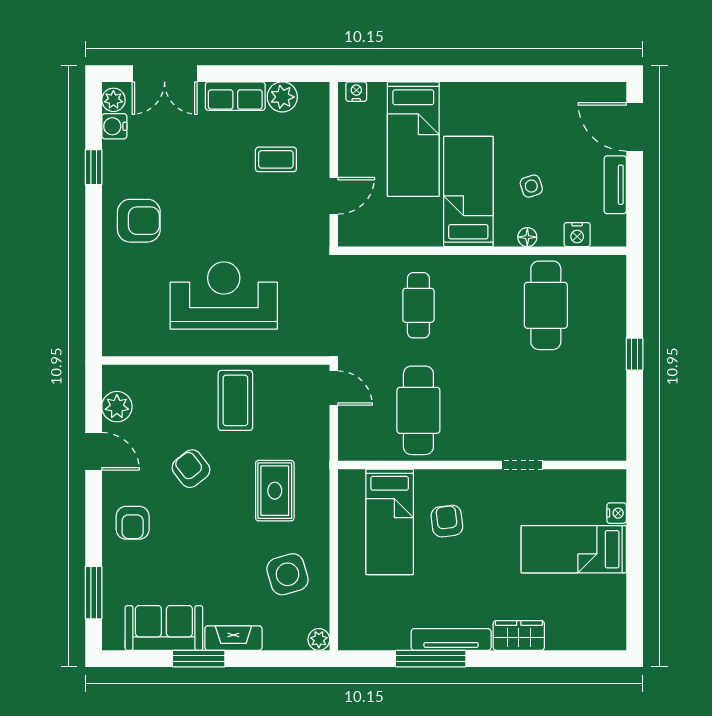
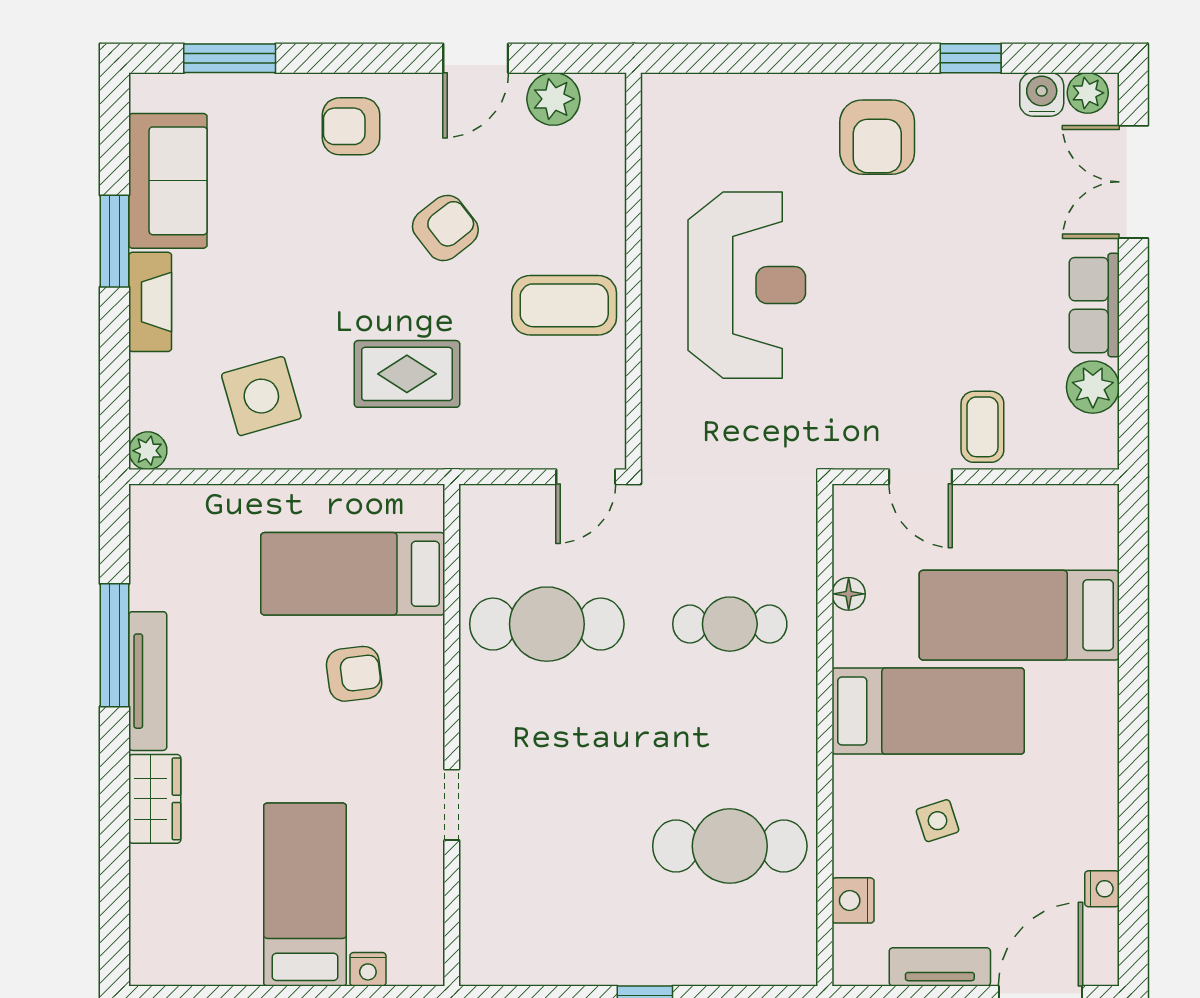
nightstand: (356, 92) -> (1102, 889), moved
coffee table: (276, 159) -> (982, 427), moved
floor lamp: (527, 237) -> (849, 594), moved

